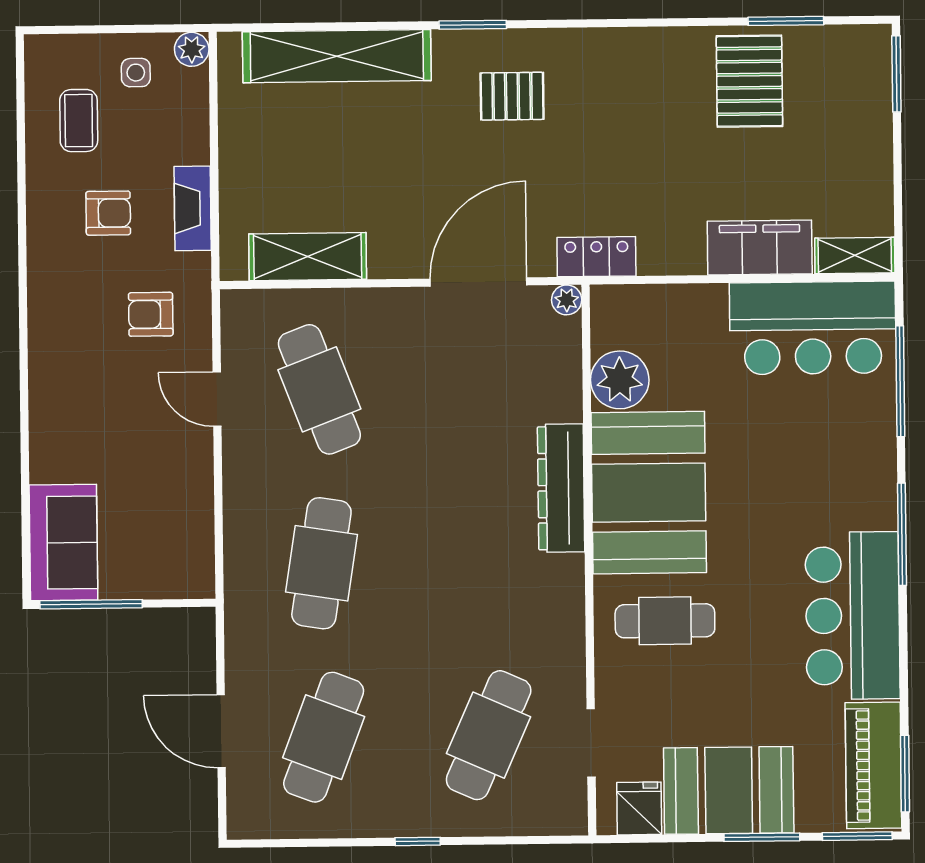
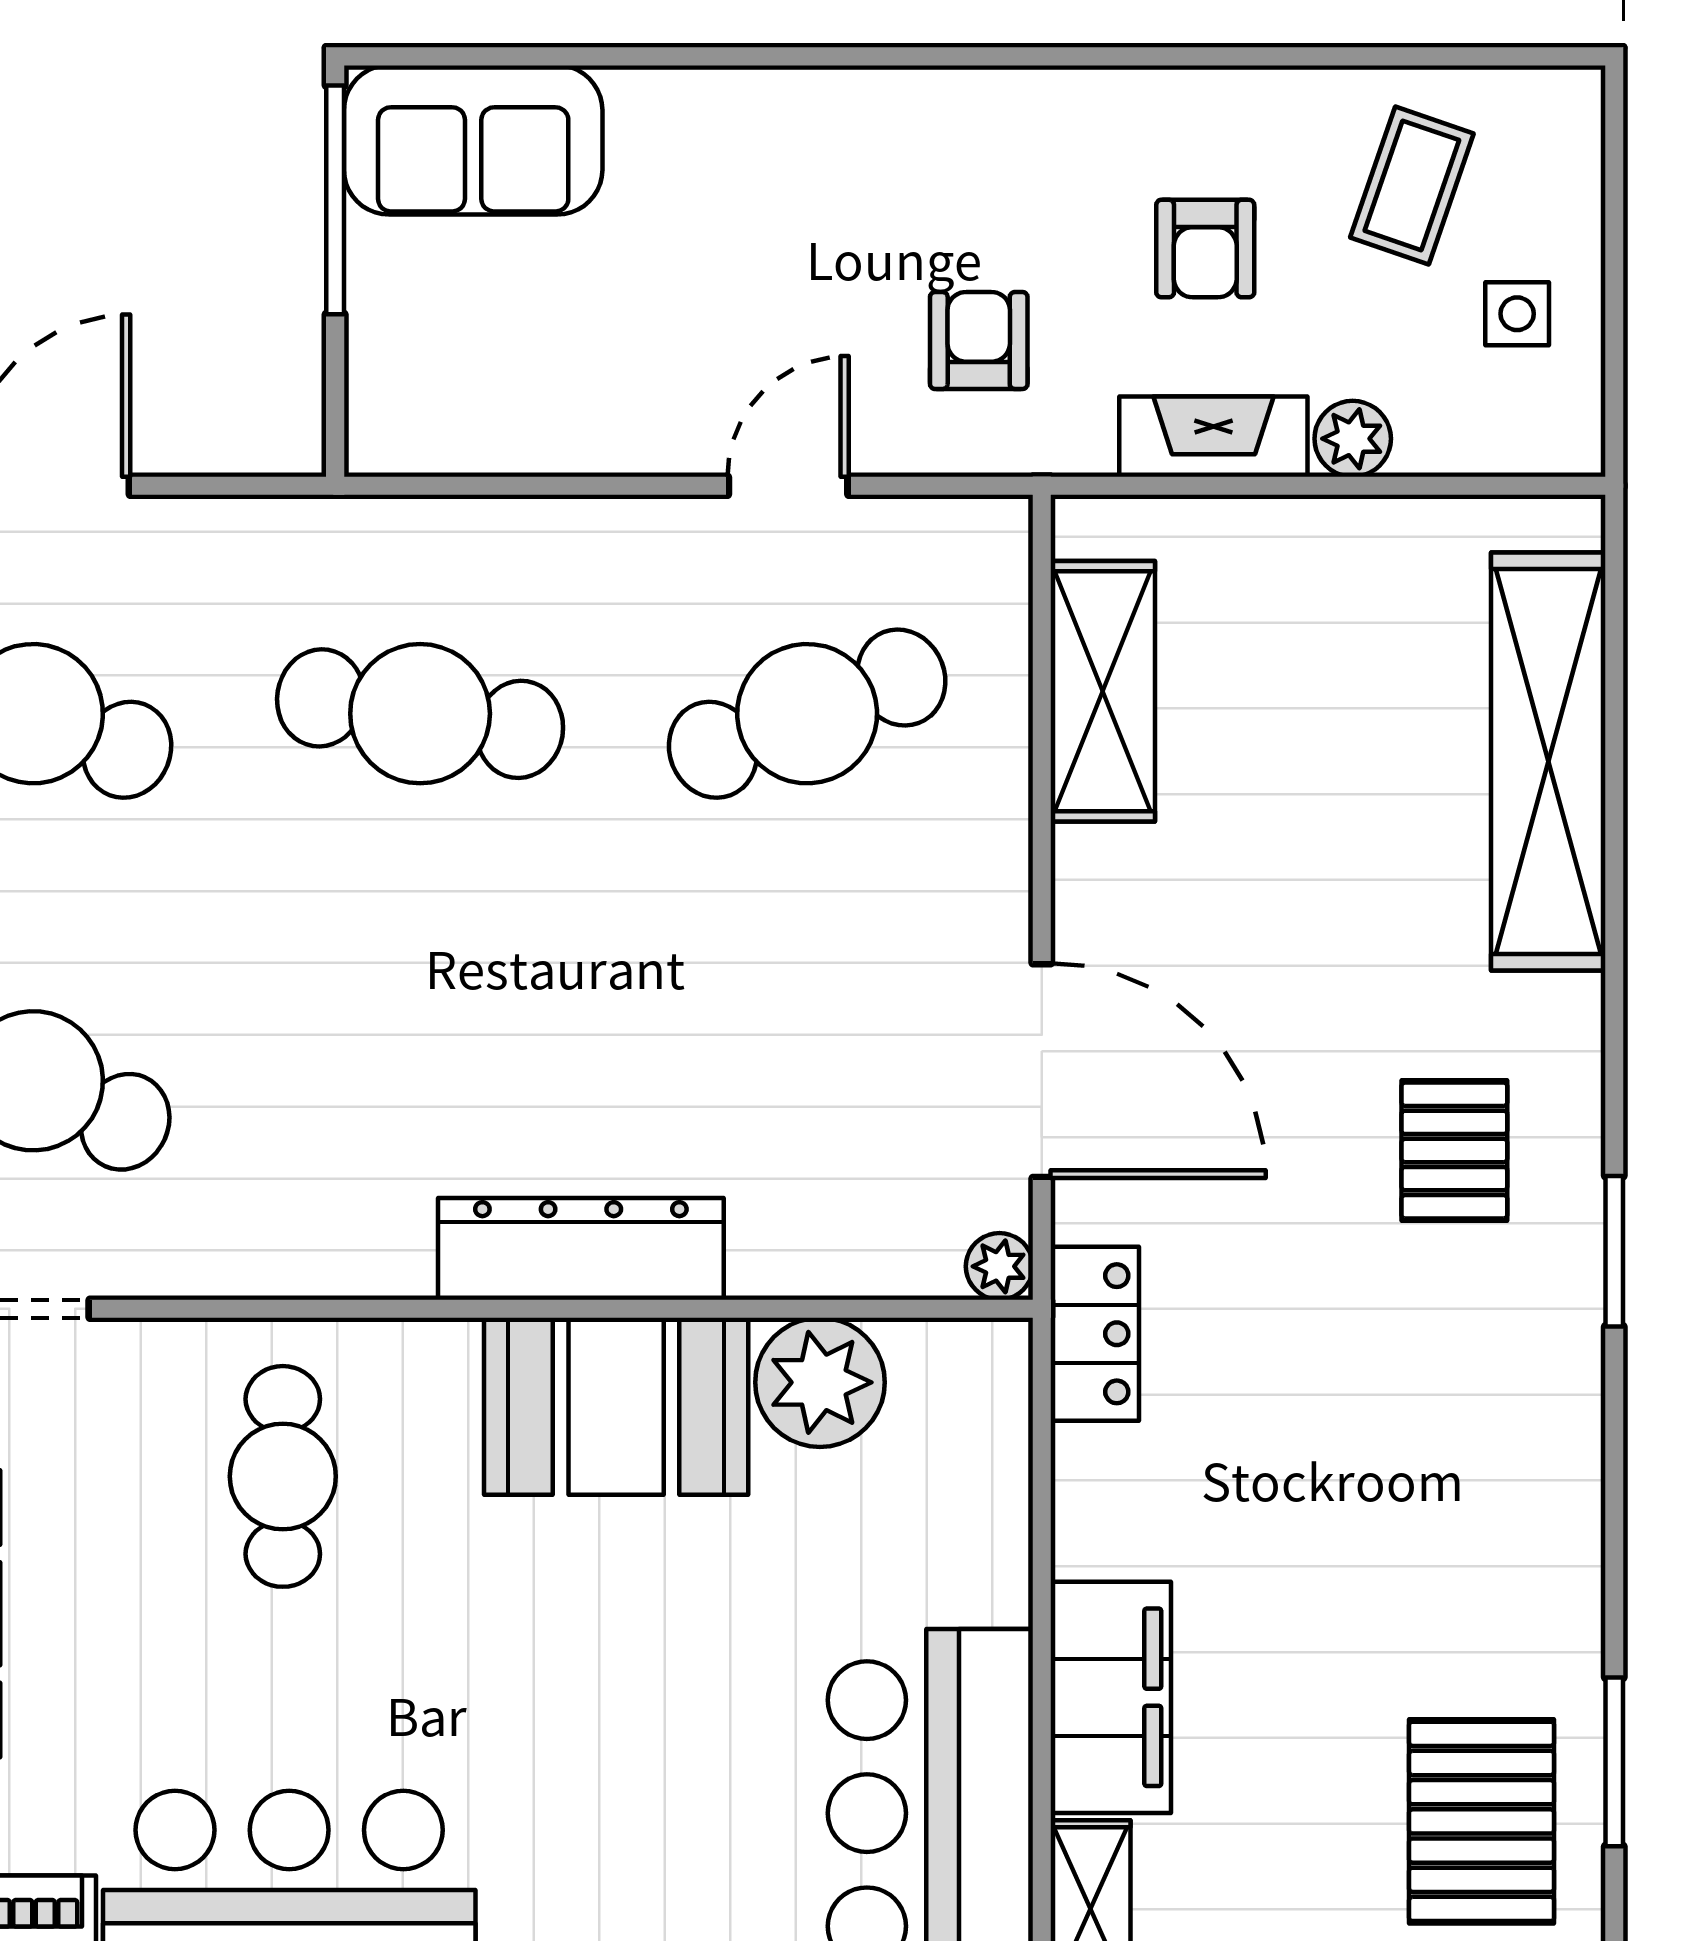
window: (473, 25) -> (1614, 1251), moved
plant: (192, 49) -> (1353, 439), moved
pallet: (749, 81) -> (1482, 1821), moved, turned 90
coffee table: (79, 121) -> (1412, 185), turned -71
booth: (649, 493) -> (616, 1406), width x0.73, depth x0.70

